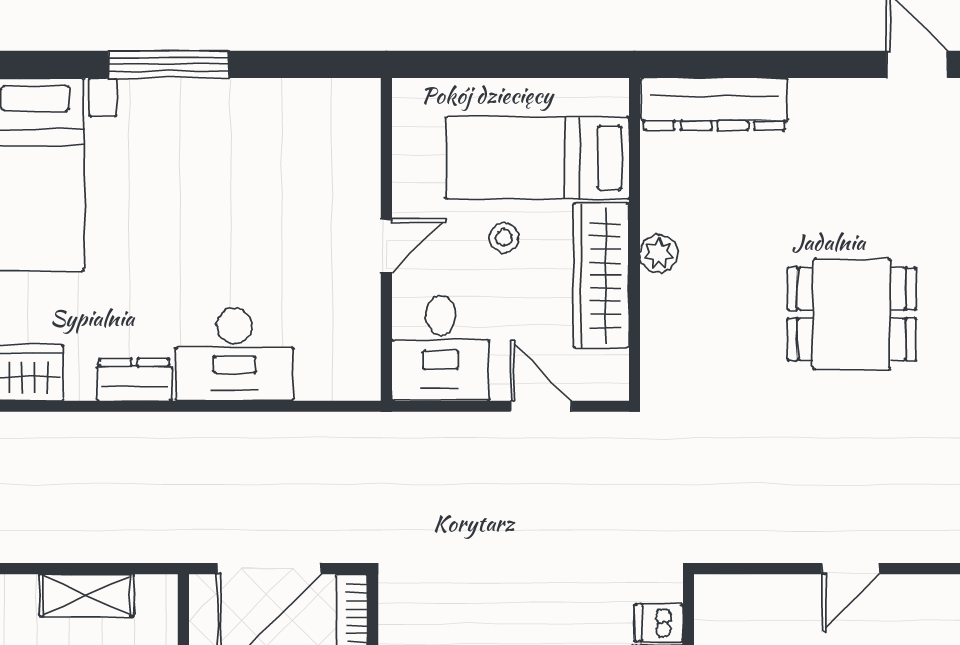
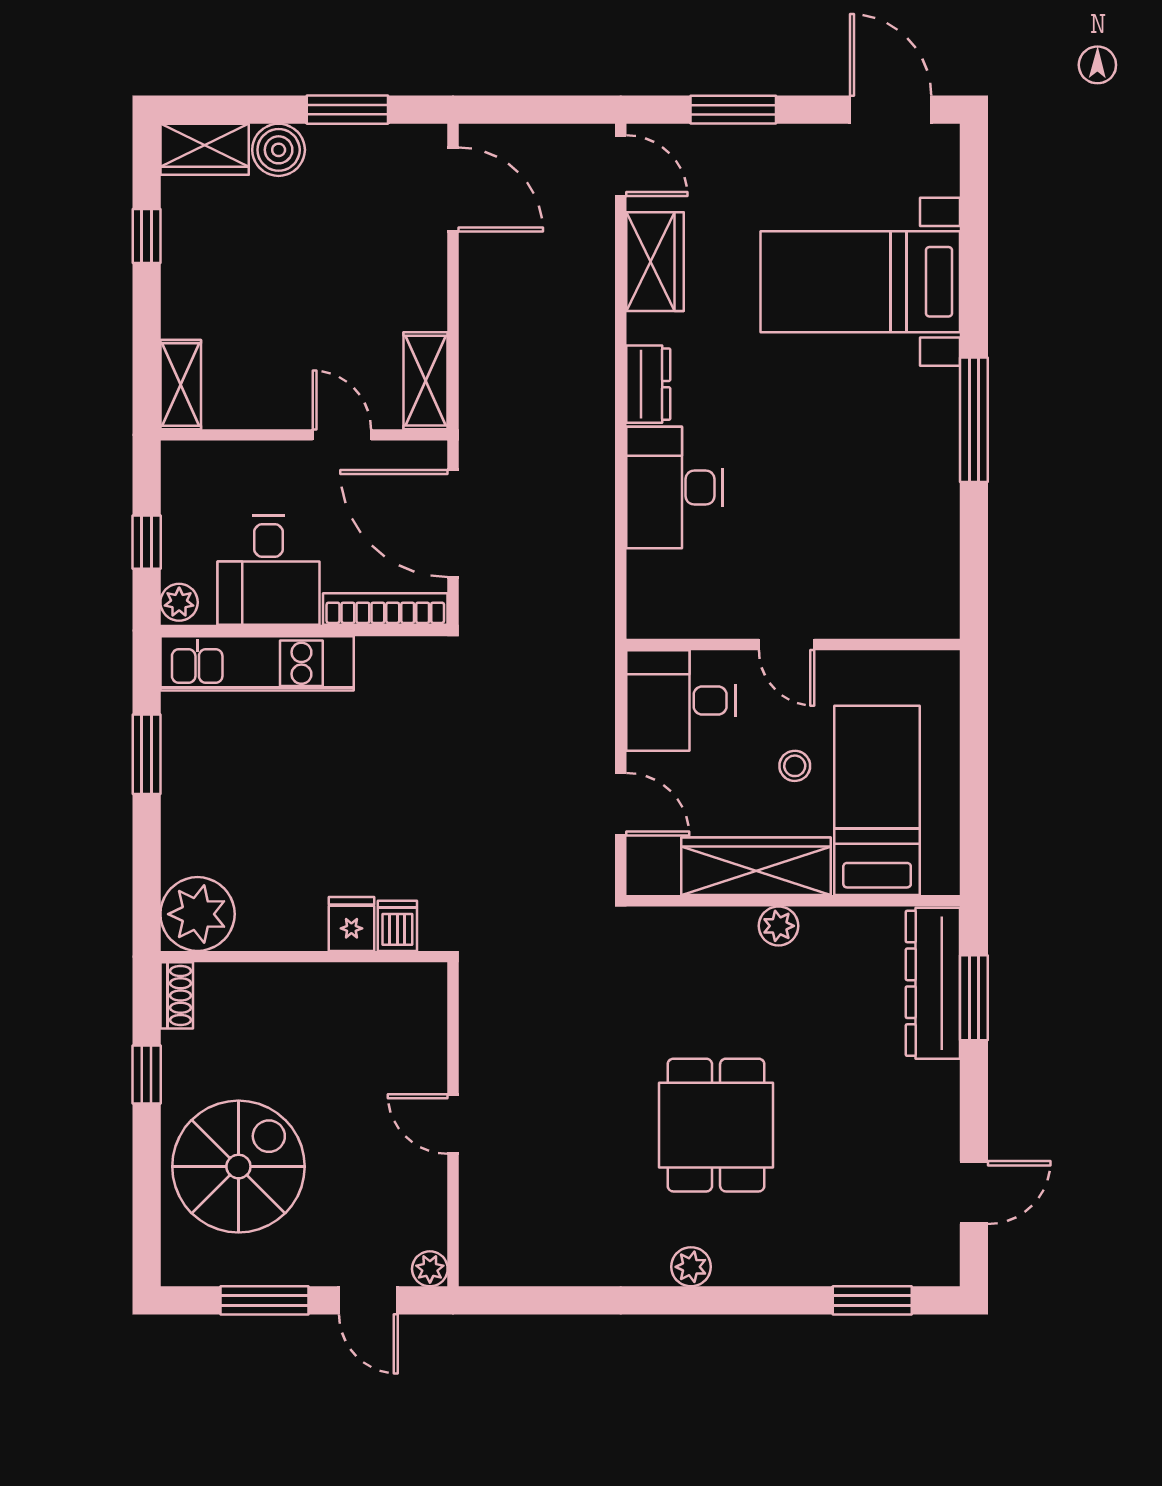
window: (728, 64) -> (974, 998), added
door: (541, 406) -> (621, 804), hinge flipped
shelving: (87, 595) -> (426, 381), moved

